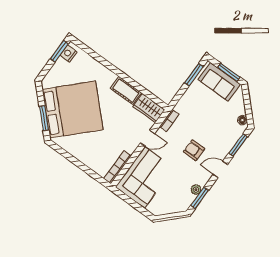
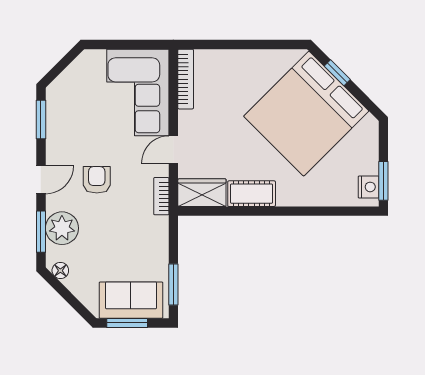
window: (44, 118) -> (337, 73), width x0.67
armchair: (194, 150) -> (97, 180), turned -90
plant: (196, 190) -> (62, 228), moved, width x1.88, depth x1.88

